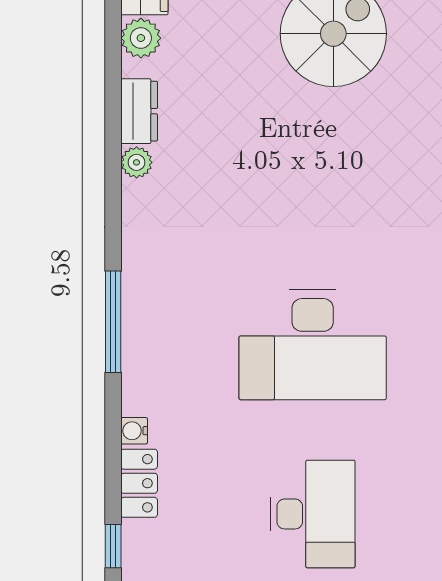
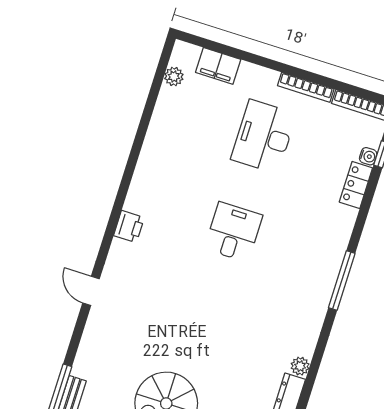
desk: (313, 345) -> (233, 232), width x0.53, depth x0.77
water cooler: (134, 431) -> (368, 156), moved

